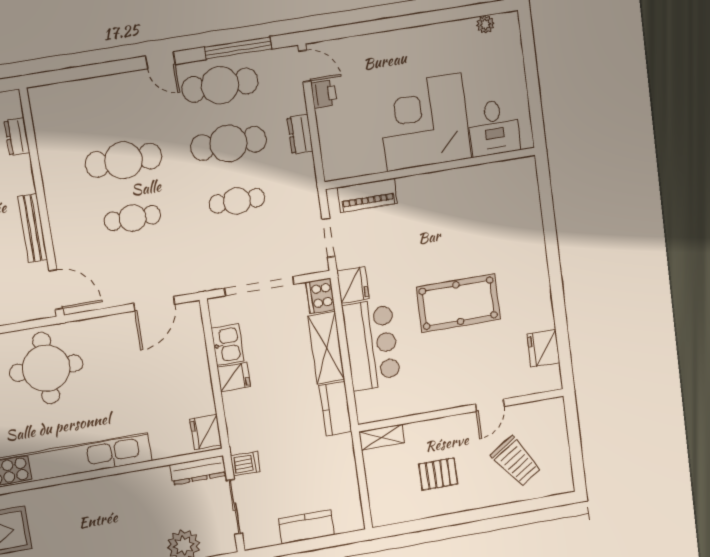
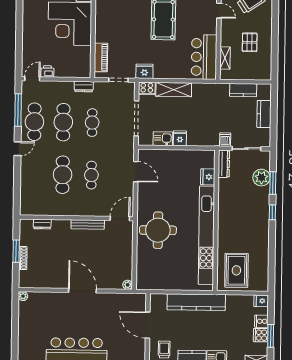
dresser: (300, 134) -> (84, 87), moved
bar counter: (371, 345) -> (204, 57), moved, turned -90
kitchen counter: (336, 409) -> (243, 90), moved
fridge: (206, 432) -> (208, 177), moved, turned 90
shelving: (382, 437) -> (225, 58), moved

